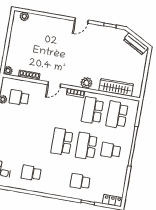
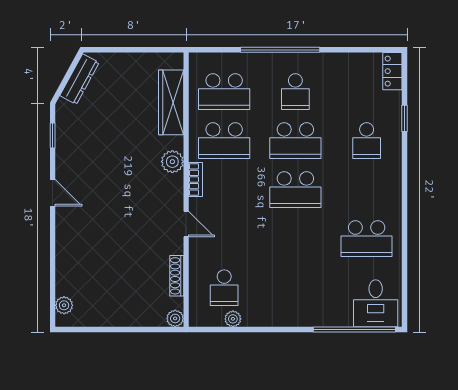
school desk: (31, 173) -> (367, 239), width x1.85

